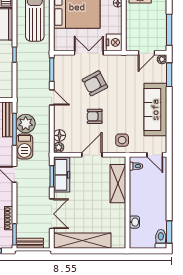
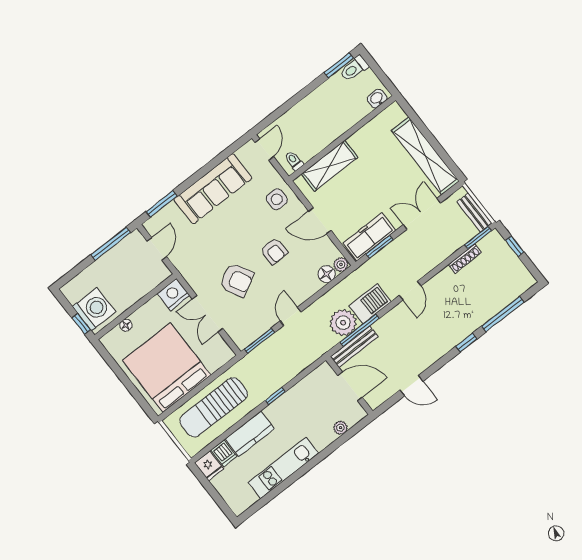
door: (146, 53) -> (157, 249), hinge flipped
plant: (162, 59) -> (150, 226), removed
washbasin: (134, 222) -> (377, 99), moved

